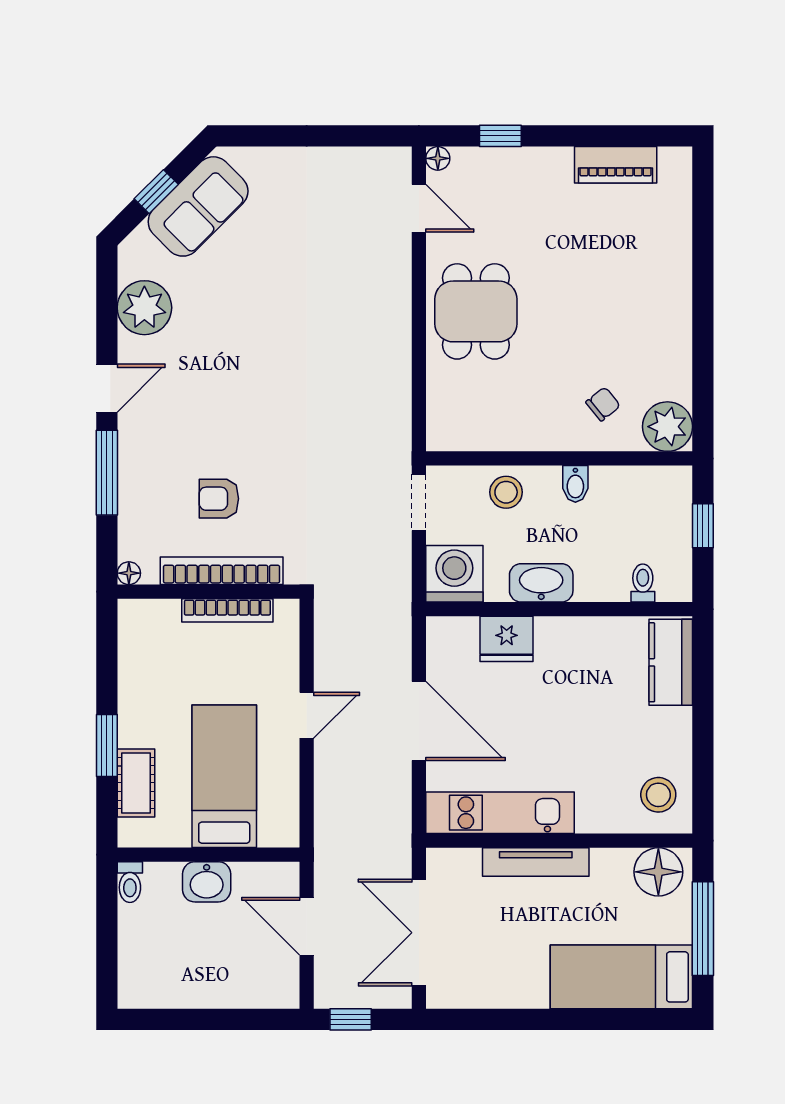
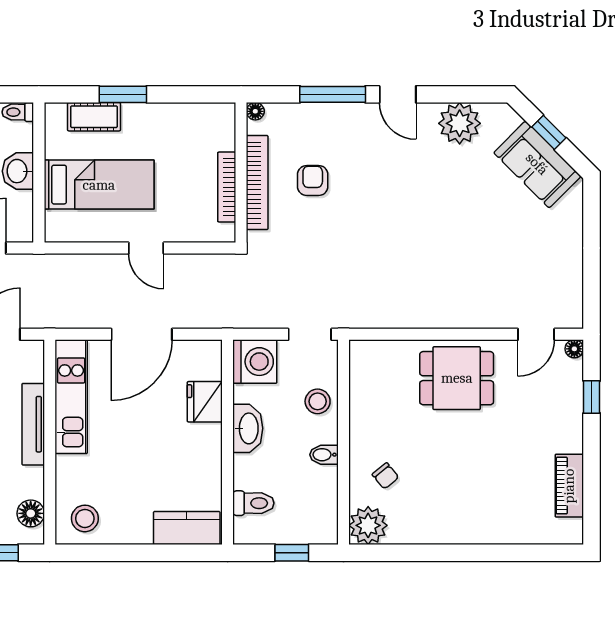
toilet: (643, 583) -> (253, 503), width x1.37, depth x1.39
floor lamp: (658, 872) -> (31, 513), width x0.73, depth x0.73

